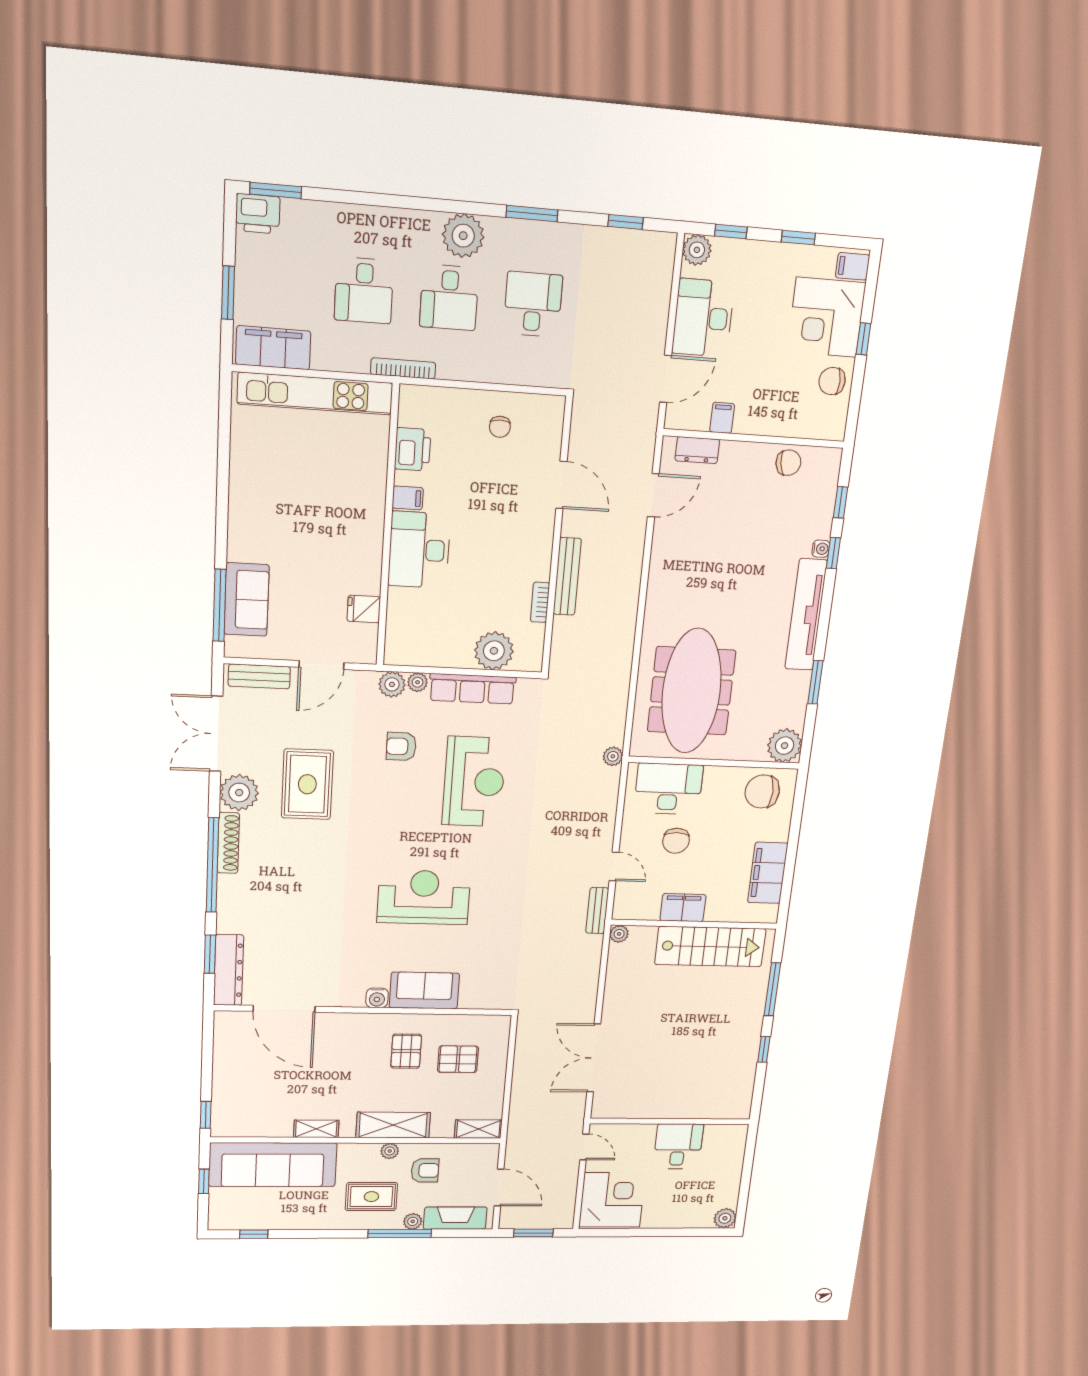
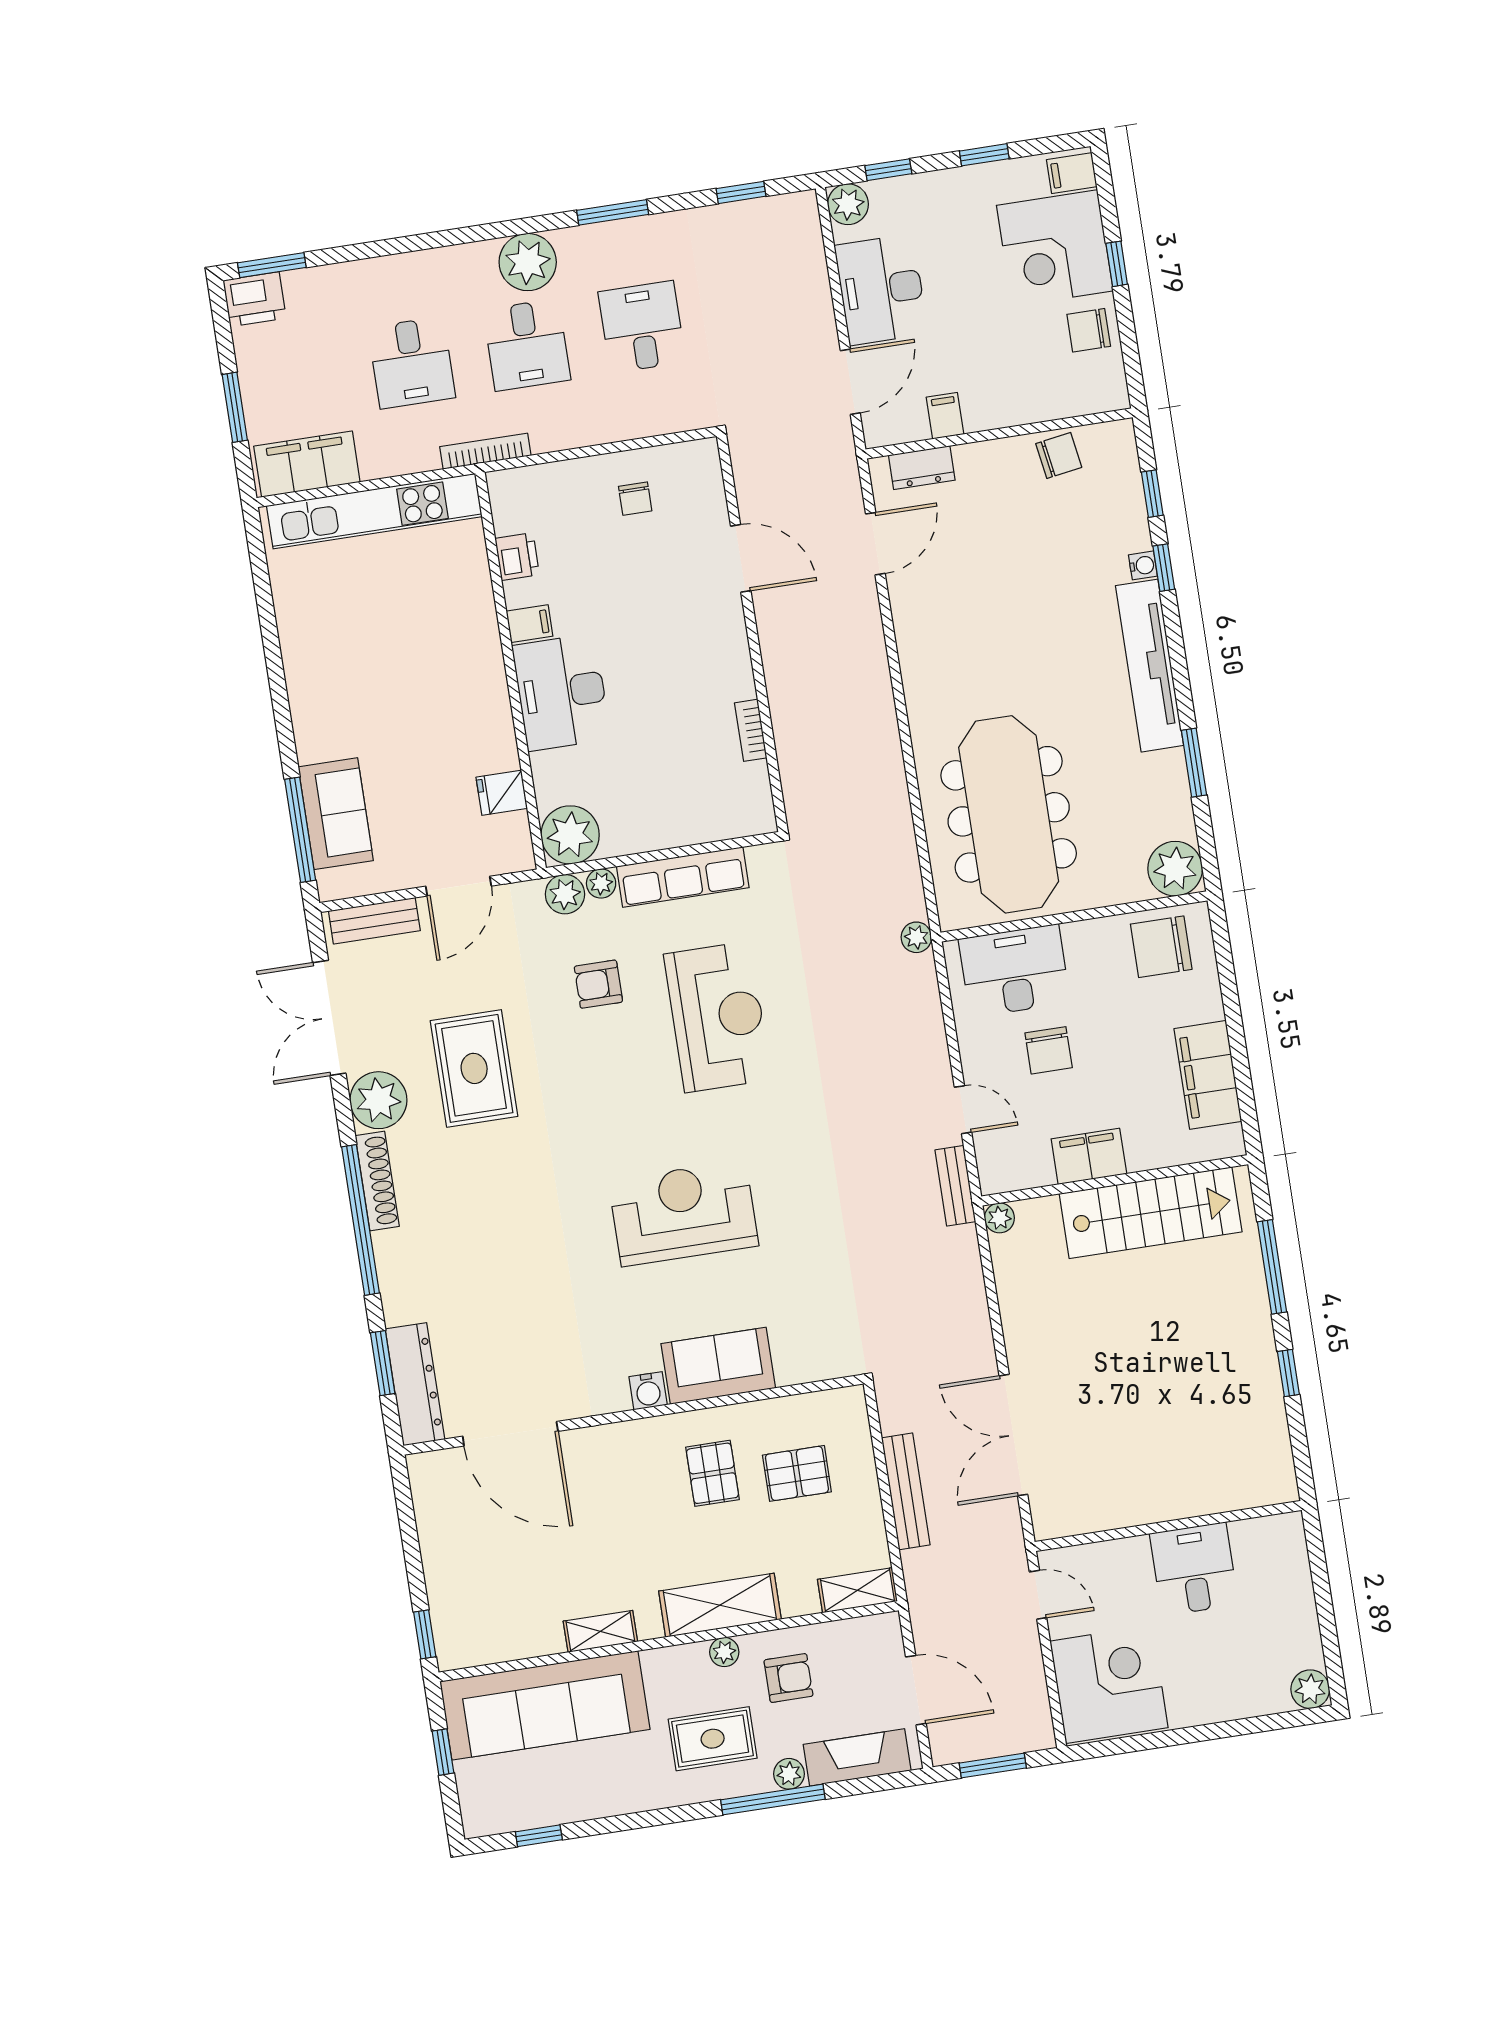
printer: (413, 449) -> (517, 557), width x0.73, depth x0.81
bench: (567, 576) -> (906, 1491), moved
plant: (494, 651) -> (570, 835), moved

